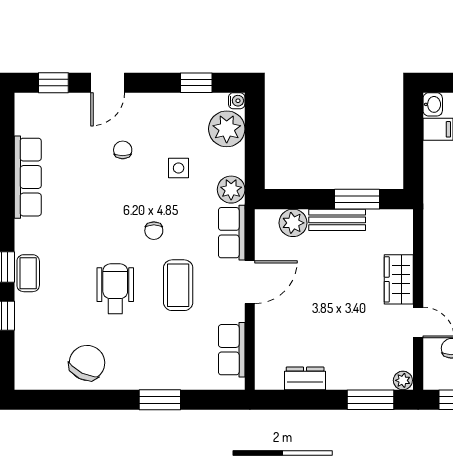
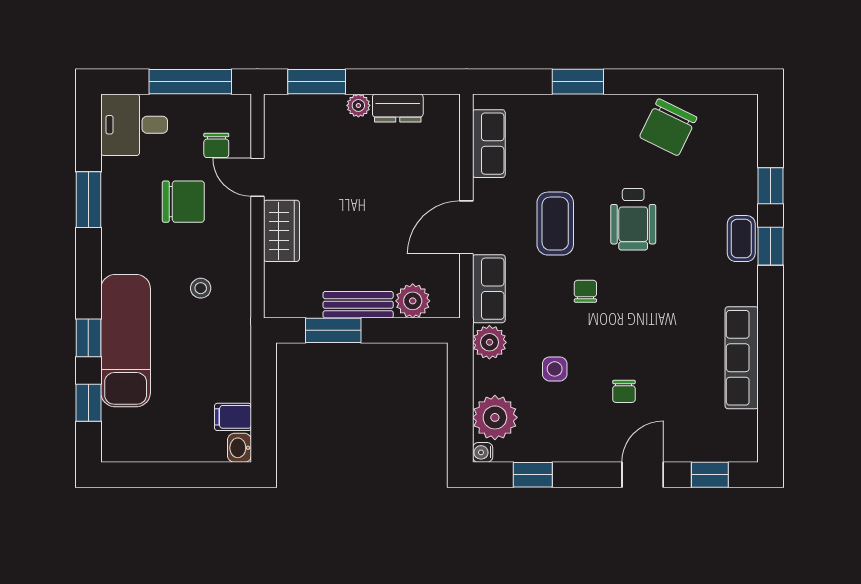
plant: (403, 380) -> (358, 105), moved

